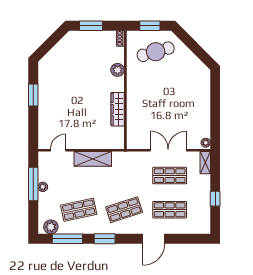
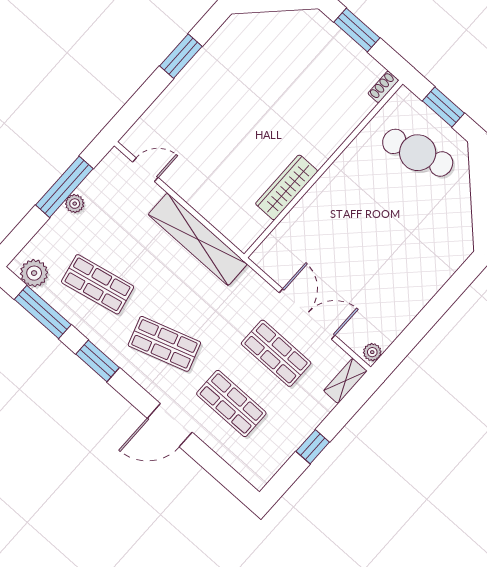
plant: (118, 70) -> (338, 130), removed
shelving: (93, 159) -> (198, 239), width x1.47

